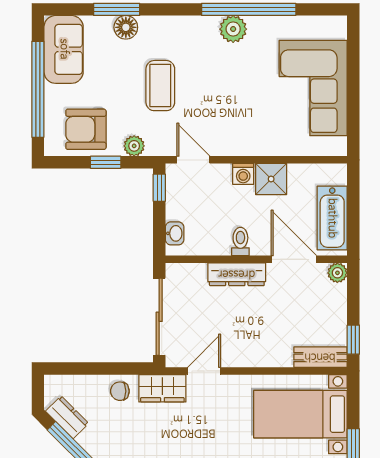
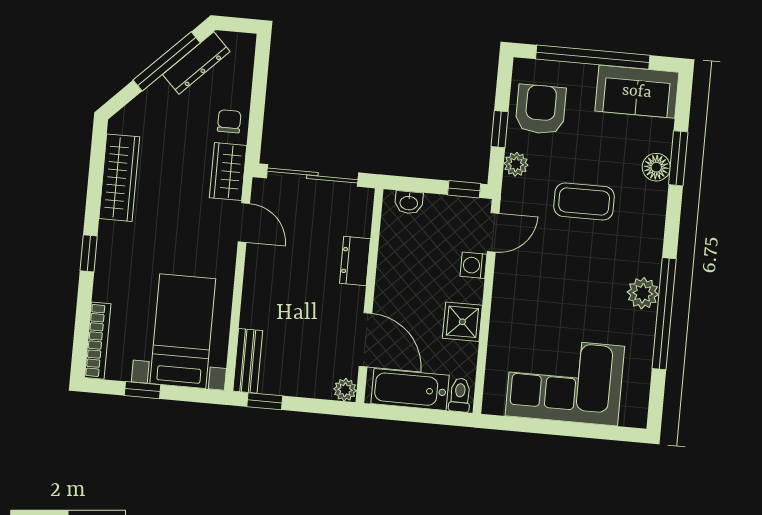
washing machine: (243, 174) -> (473, 265), moved
toilet: (240, 242) -> (460, 395), moved, turned -90
door: (294, 259) -> (366, 340), hinge flipped
dresser: (237, 274) -> (355, 261), width x0.70
dresser: (67, 417) -> (196, 63), width x1.44

